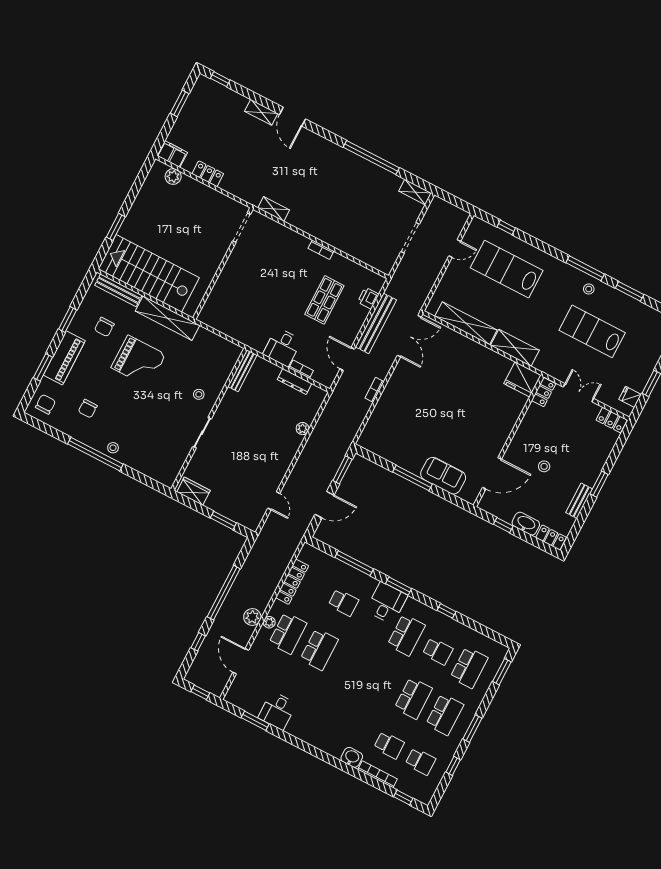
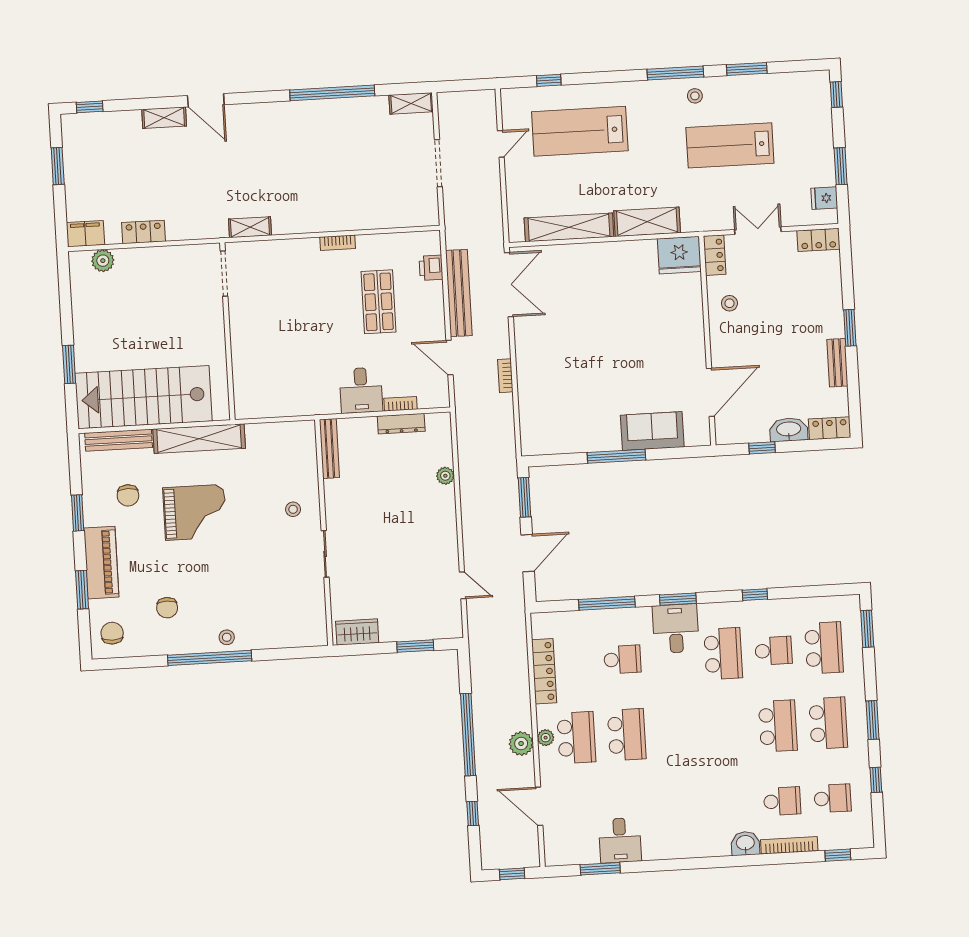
stool: (544, 466) -> (729, 303), moved

